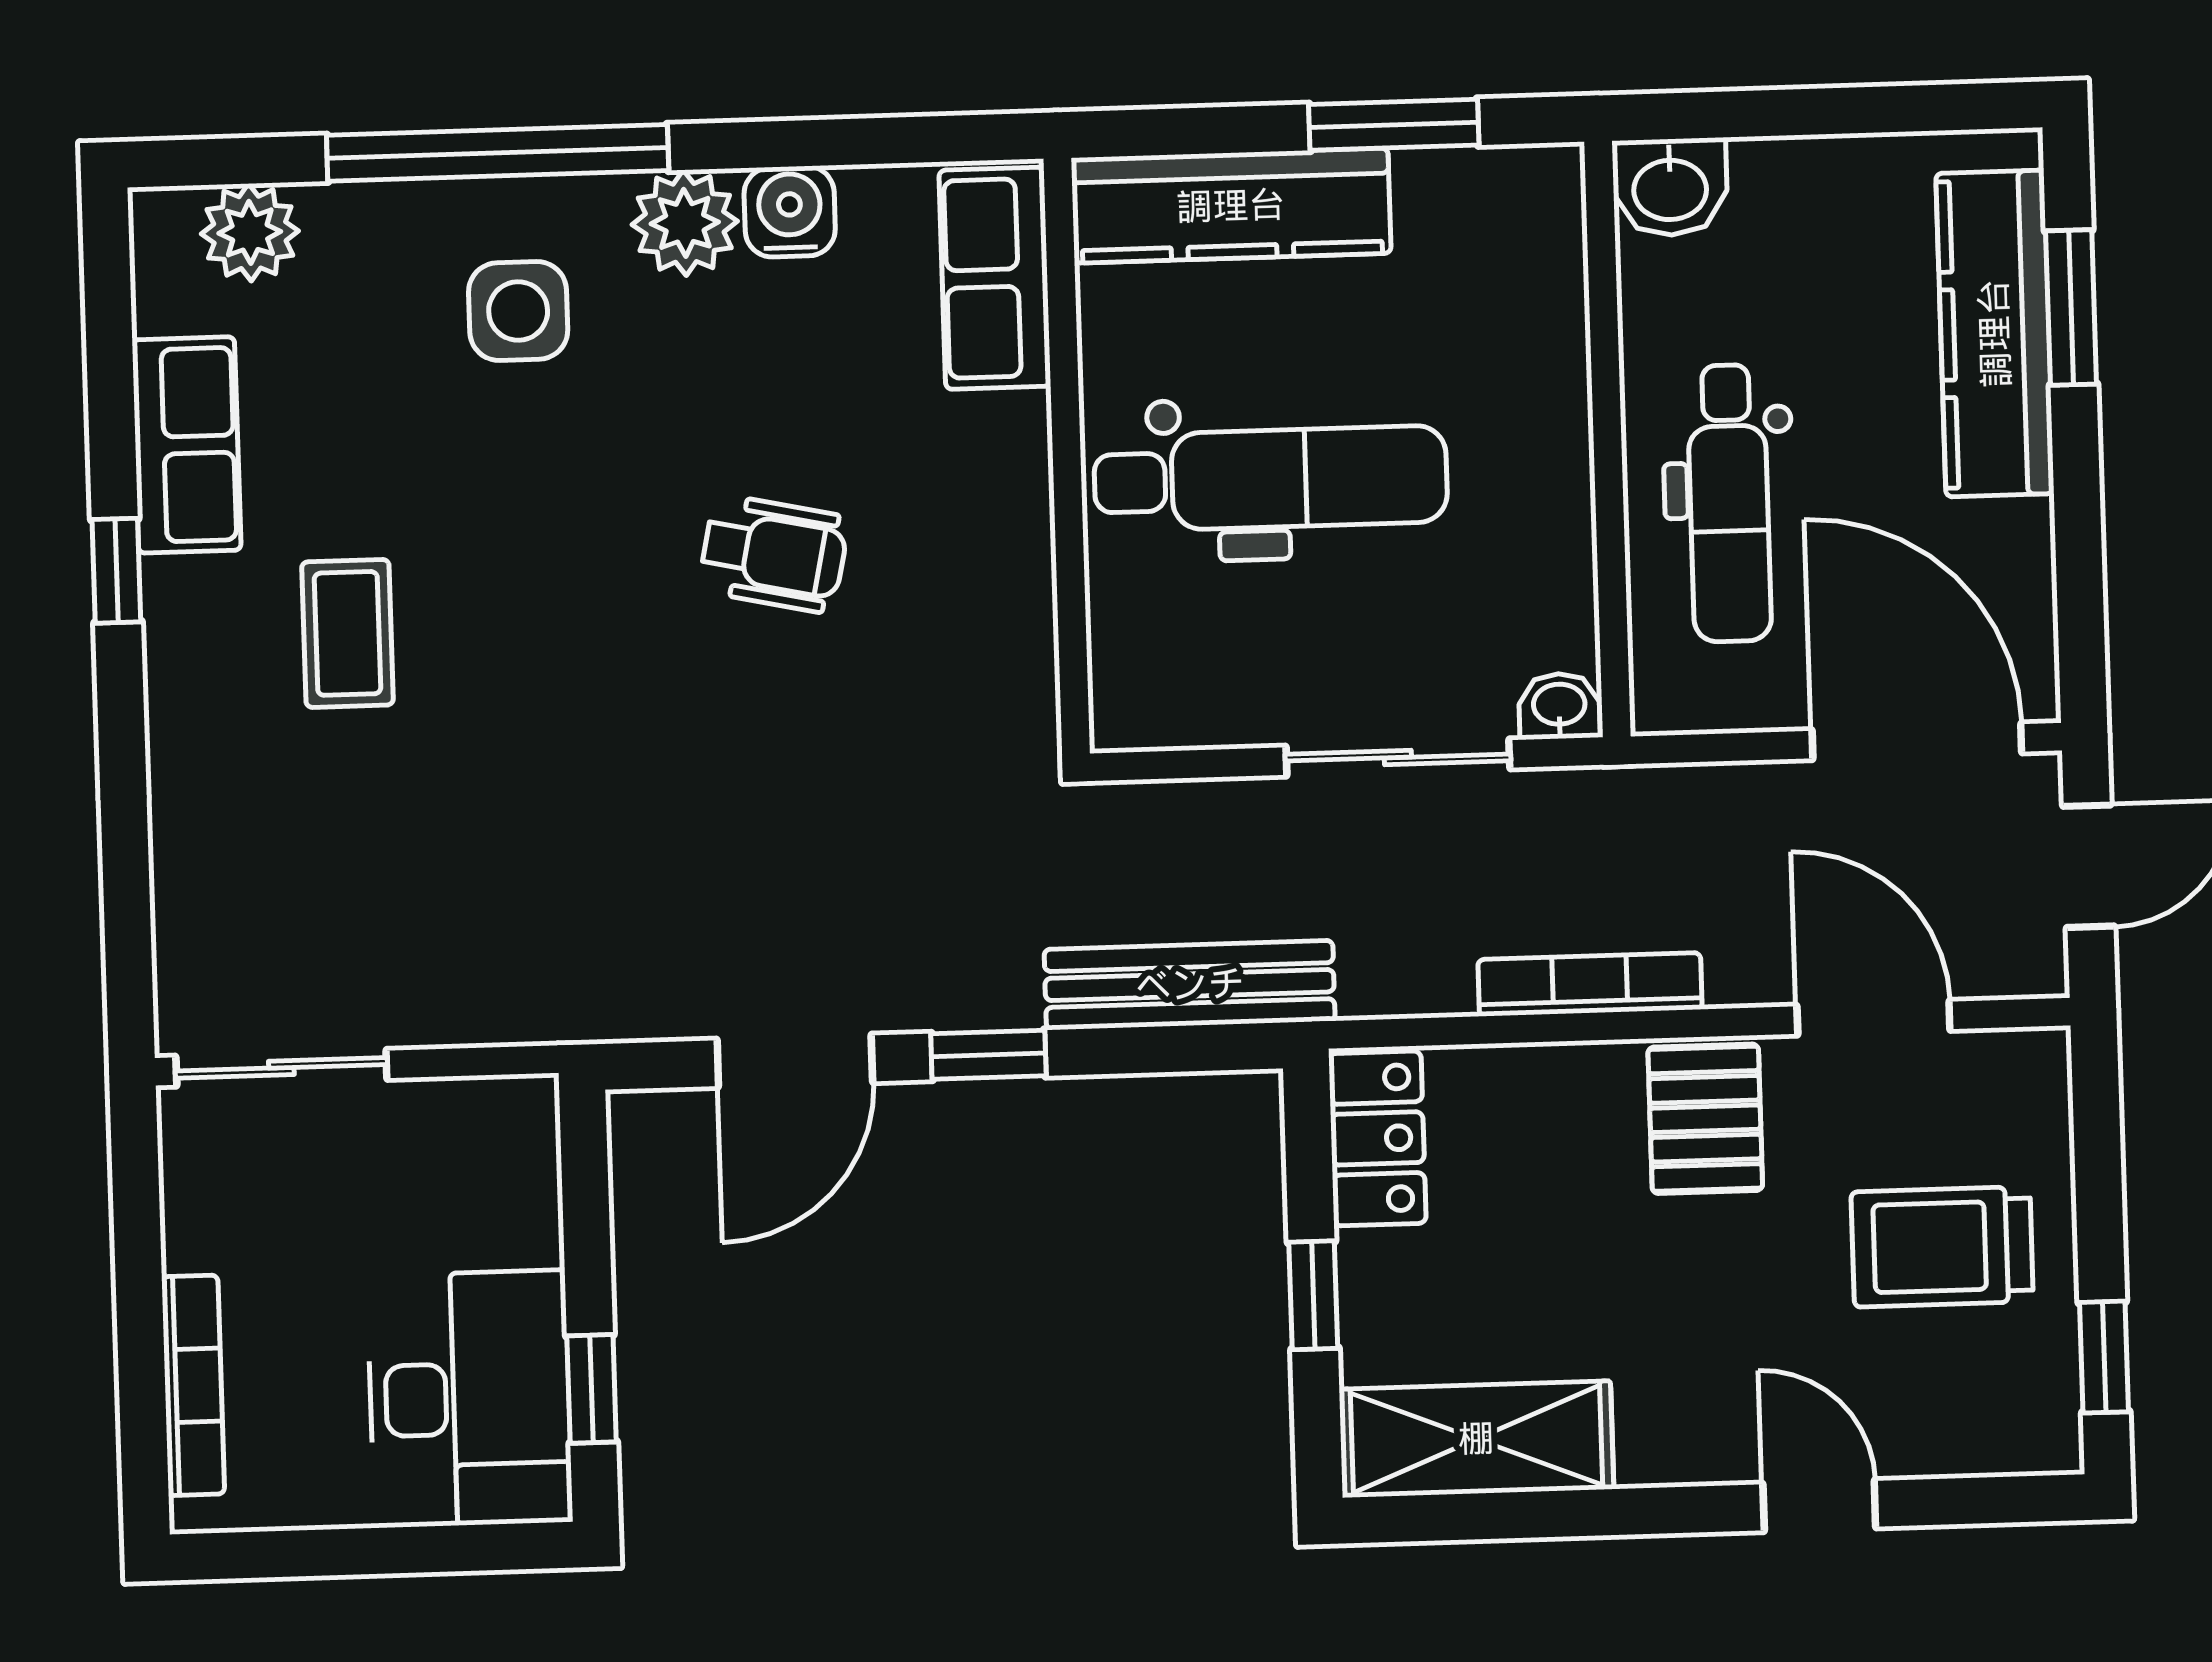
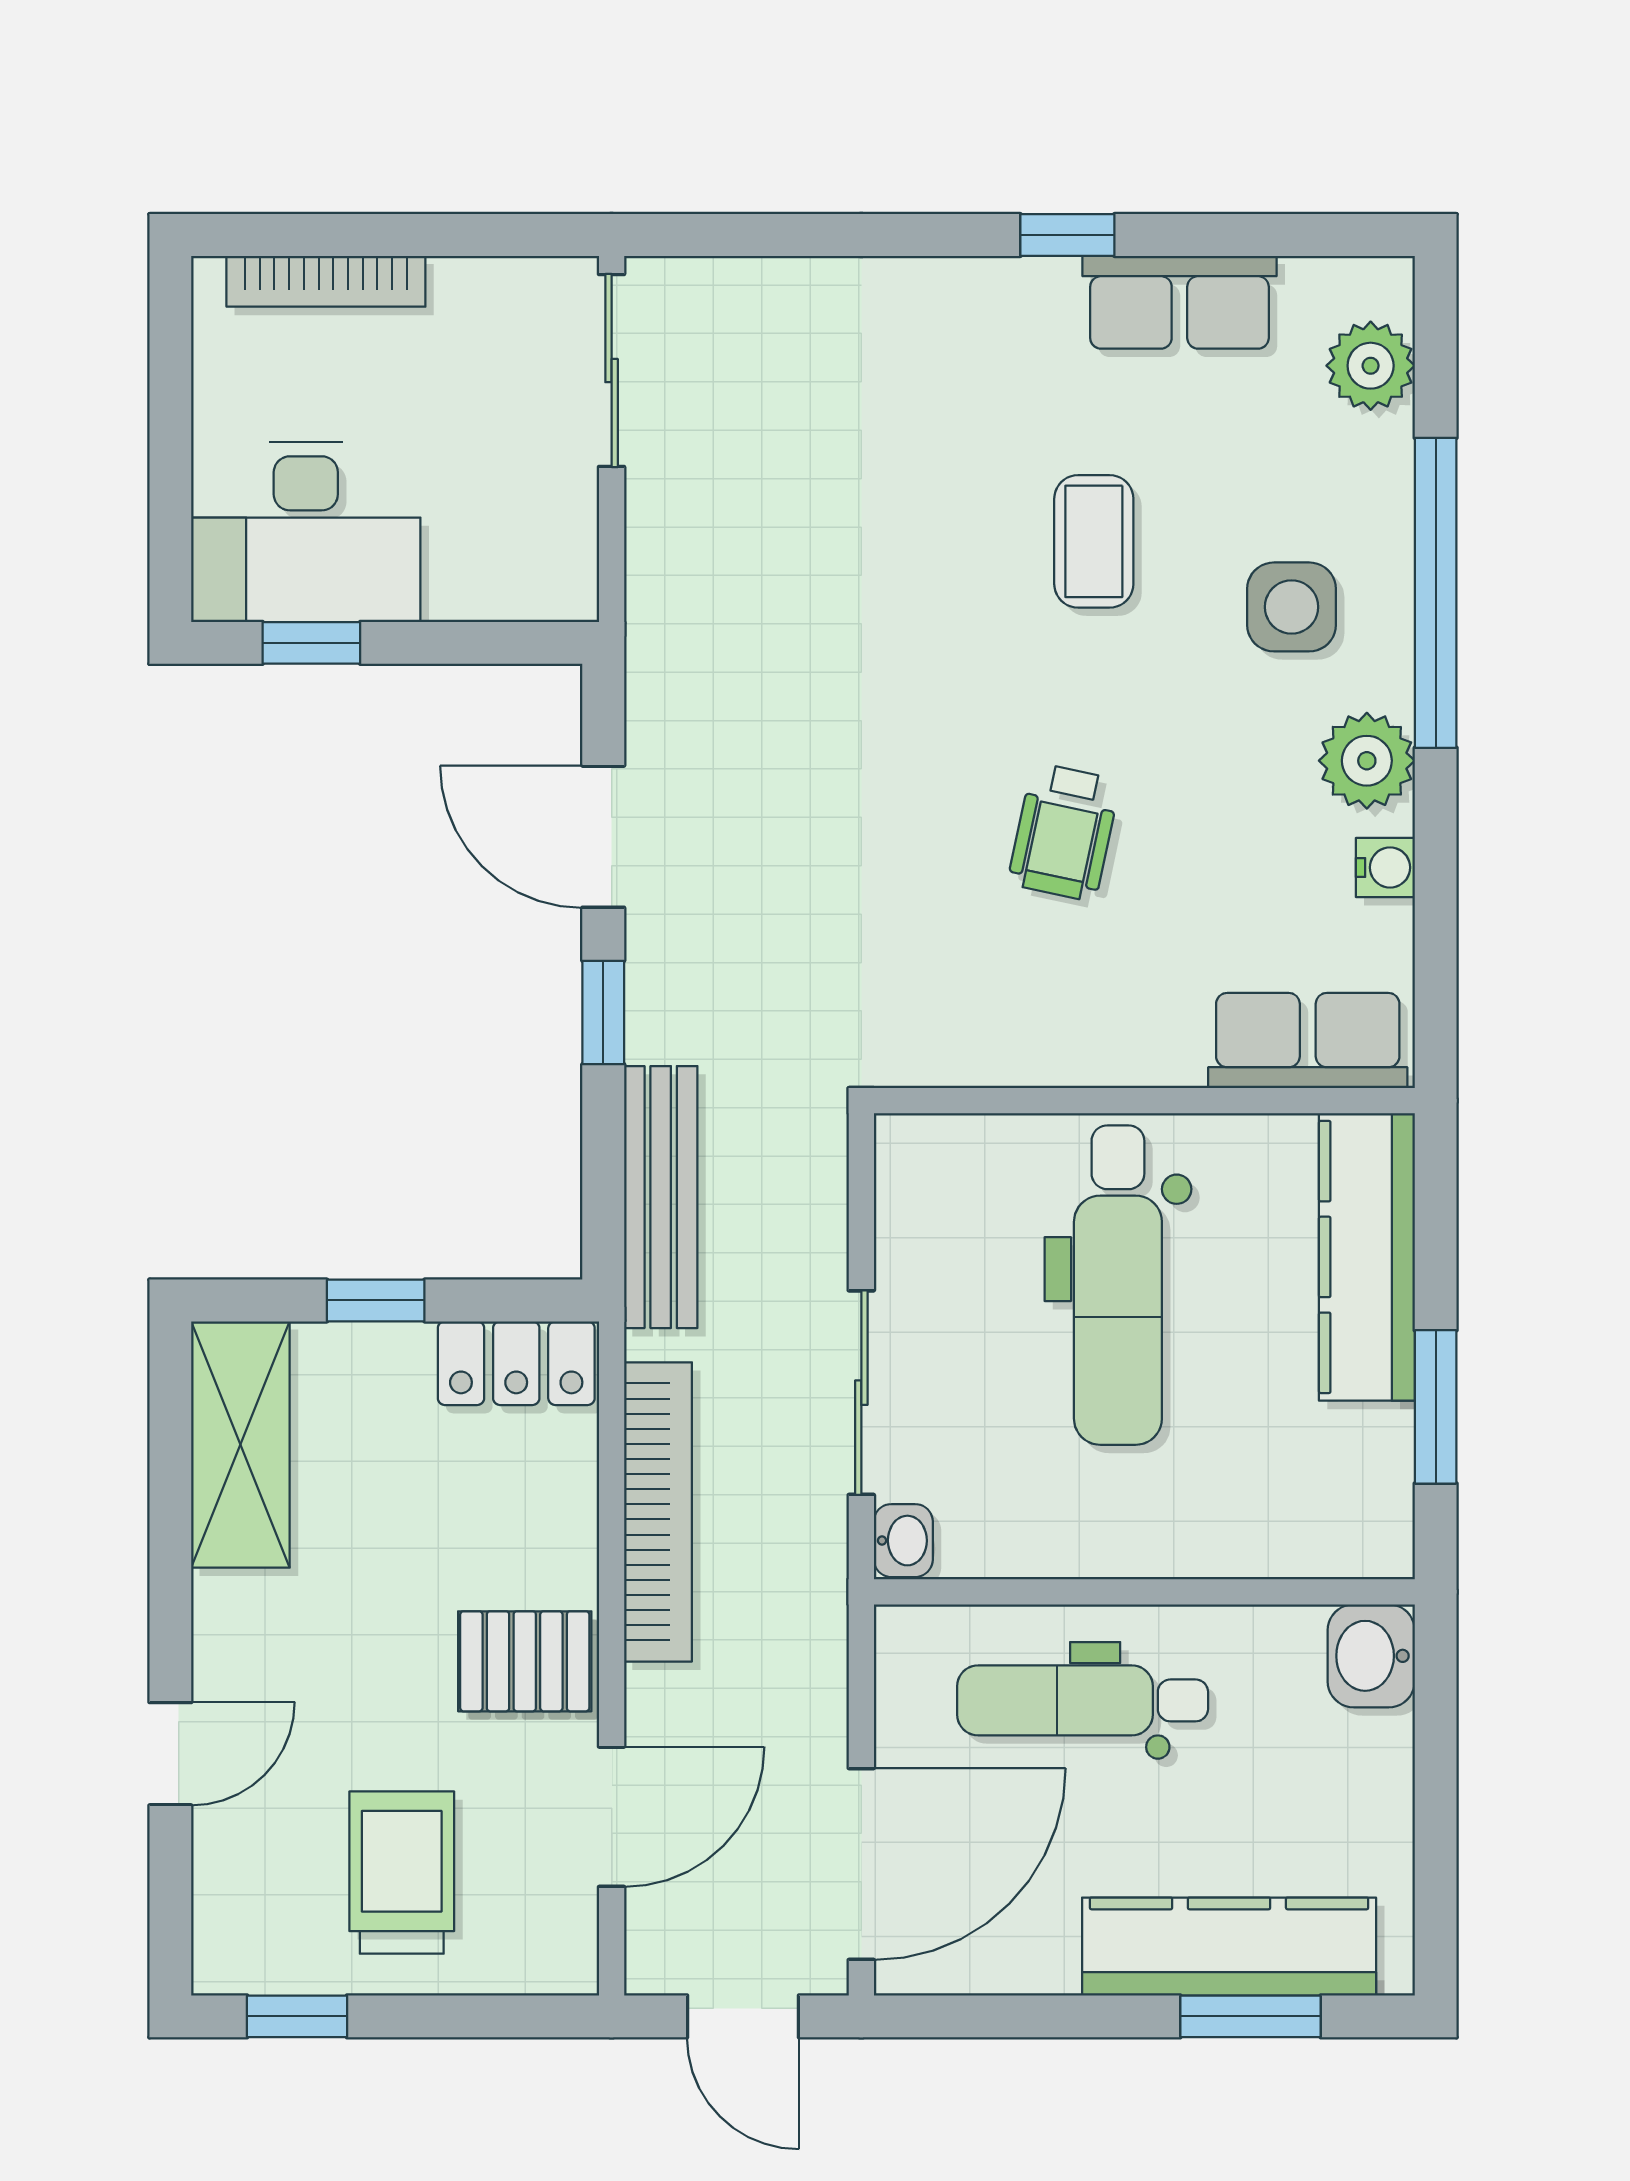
water cooler: (790, 212) -> (1385, 867), width x0.72, depth x0.72
coffee table: (347, 633) -> (1094, 541), moved, turned 90
bookcase: (1590, 984) -> (658, 1512), width x1.48, depth x1.31

